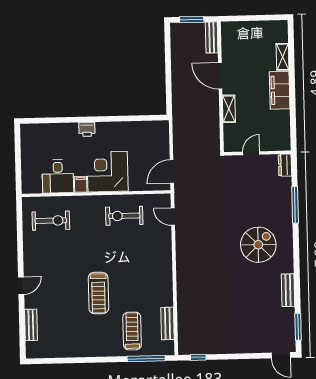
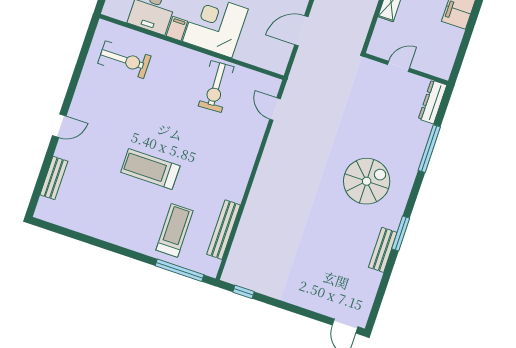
dresser: (285, 165) -> (432, 102), width x1.44
door: (172, 172) -> (301, 31), moved
exercise bike: (124, 216) -> (216, 86), turned -93
treadmill: (98, 293) -> (150, 169), turned 90
bench: (168, 323) -> (224, 230), width x1.36
window: (298, 327) -> (401, 234), moved

